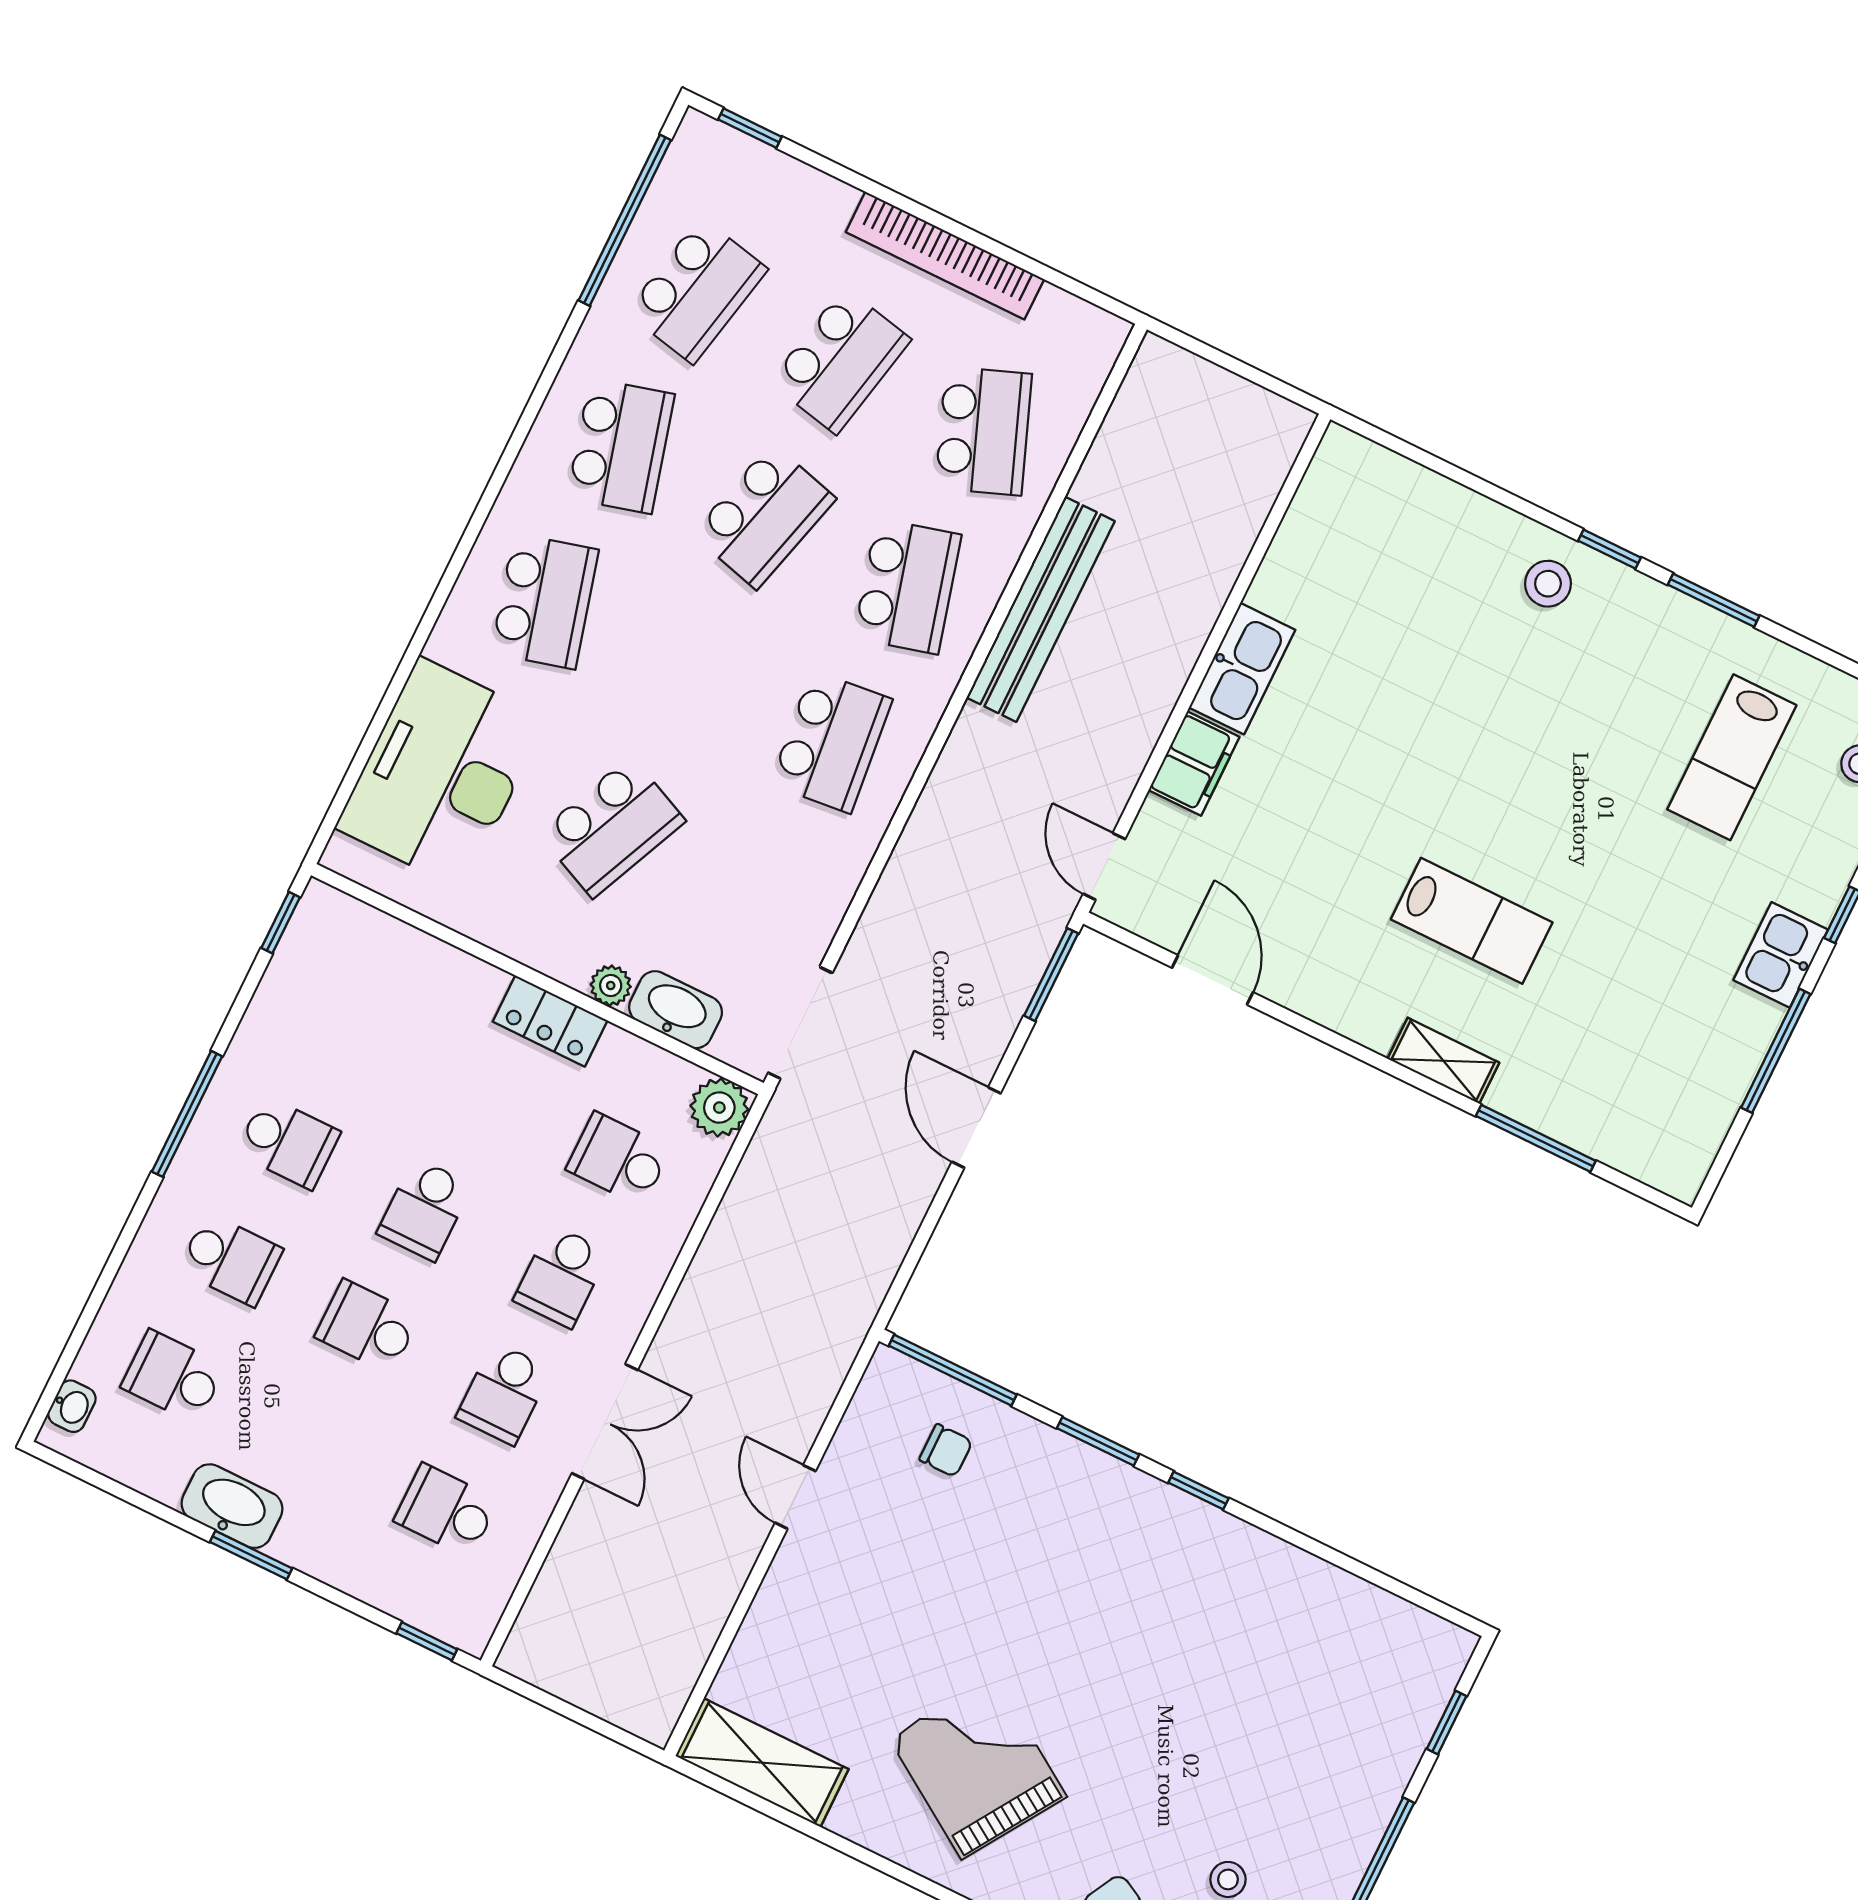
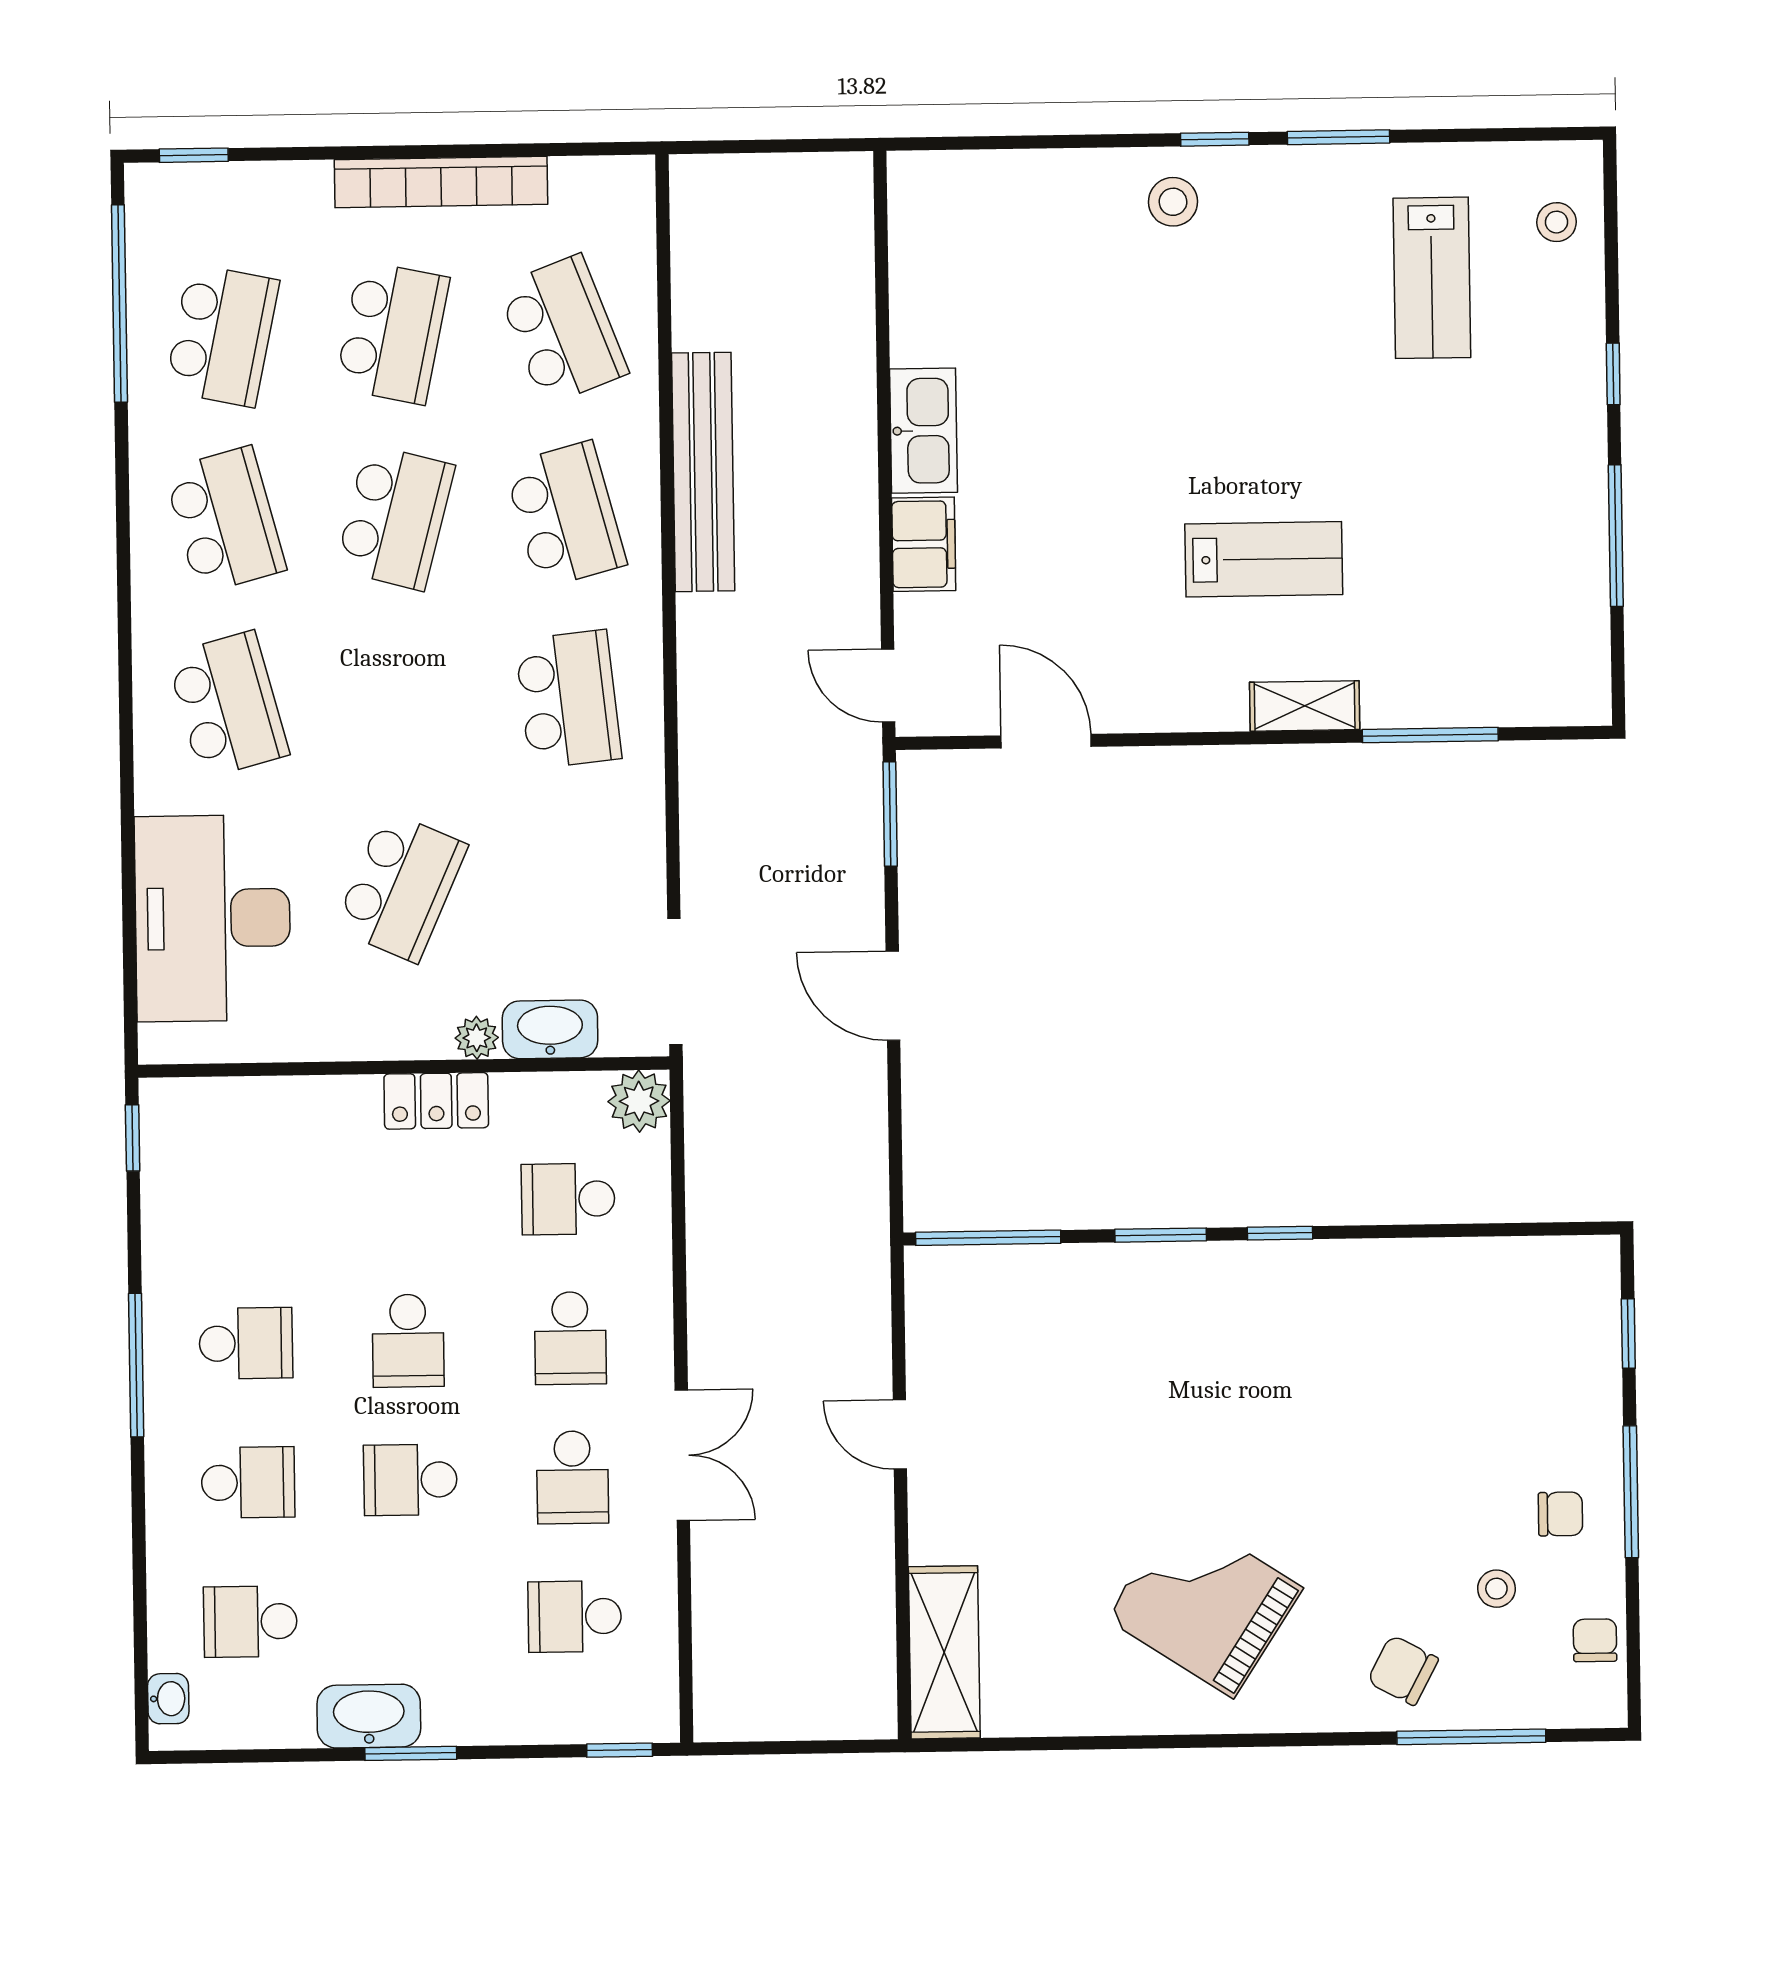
kitchen sink: (1781, 955) -> (1574, 442), removed
chair: (946, 1451) -> (1560, 1514), moved
shelving: (762, 1763) -> (944, 1652), moved, turned 90

